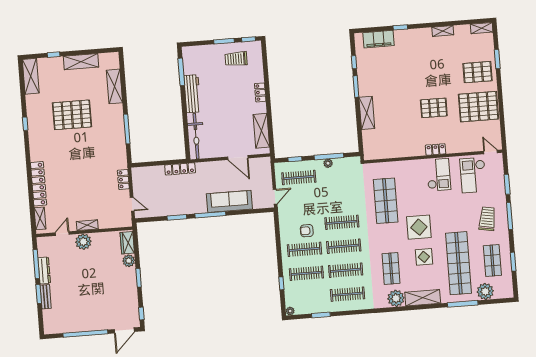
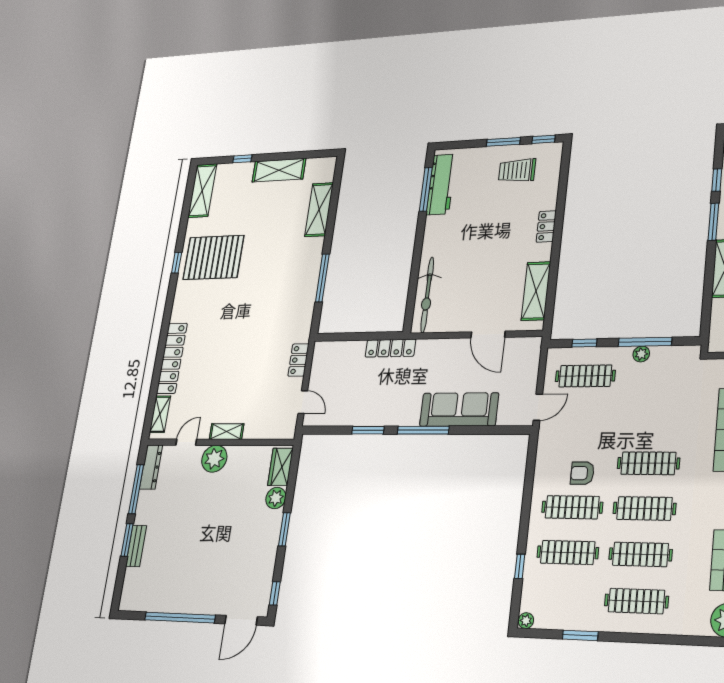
workbench: (192, 94) -> (441, 184), moved
pallet: (72, 115) -> (213, 257), moved
dresser: (44, 271) -> (151, 467), moved

